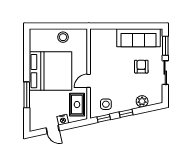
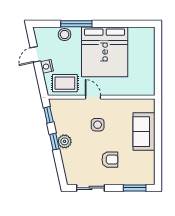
stool: (63, 37) -> (65, 35), moved
sofa: (138, 38) -> (144, 132), moved, width x0.73
sliding door: (165, 73) -> (91, 188), moved
plant: (142, 101) -> (65, 141), moved
side table: (106, 104) -> (98, 125), moved

